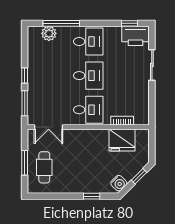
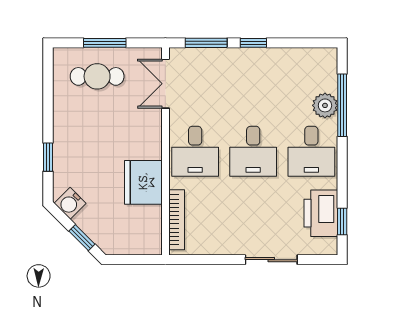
plant: (49, 33) -> (325, 105), moved
printer: (136, 36) -> (321, 213), moved
bookcase: (122, 121) -> (177, 220), width x1.56
fridge: (122, 140) -> (143, 182), moved

